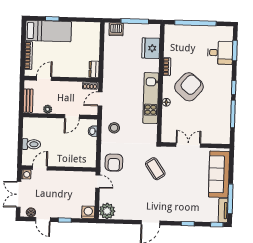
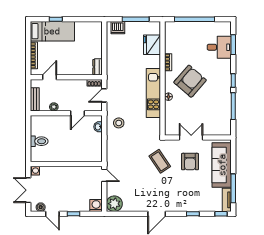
armchair: (114, 163) -> (190, 162), moved
door: (40, 168) -> (48, 164), removed

